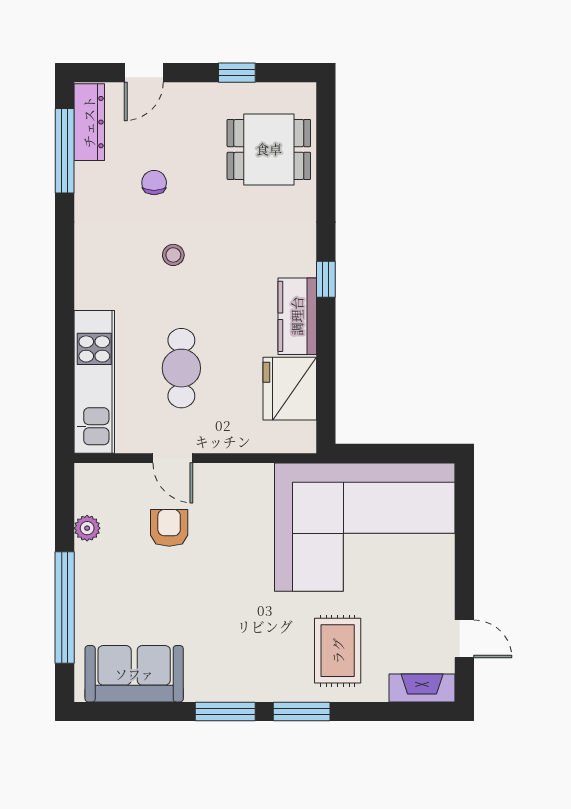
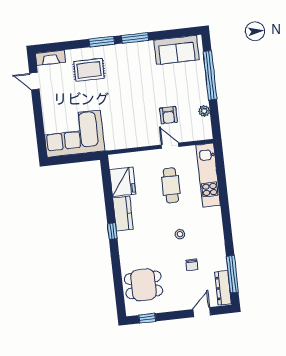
window: (237, 73) -> (147, 318), moved
corner sofa: (365, 527) -> (74, 134), width x0.73, depth x0.74
rug: (338, 651) -> (89, 70), turned 90

